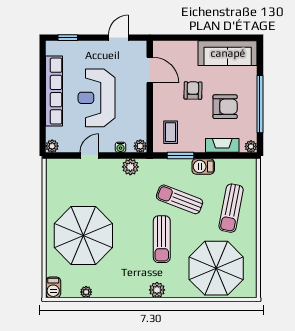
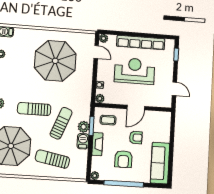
door: (150, 70) -> (136, 108), moved
fireplace: (222, 145) -> (97, 144), moved
door: (89, 156) -> (96, 52), moved
plant: (130, 167) -> (84, 127), moved
parasol: (83, 236) -> (55, 61), moved

